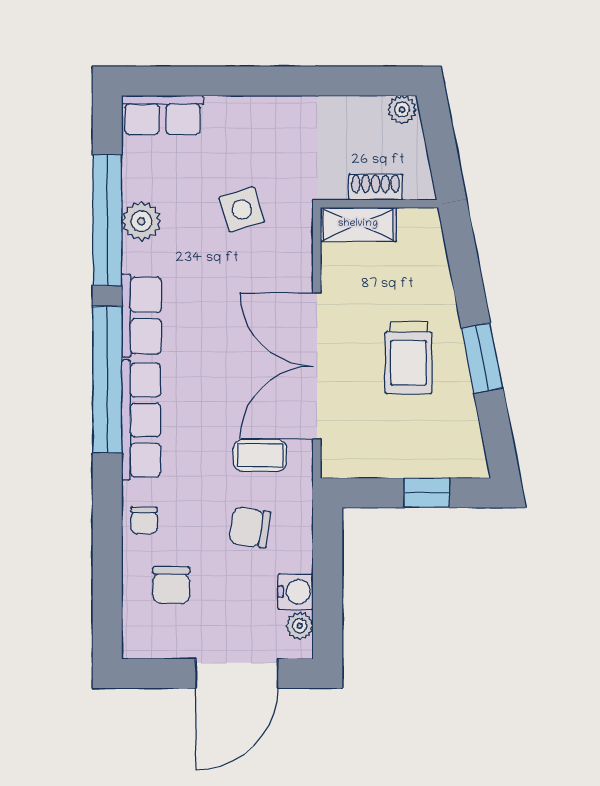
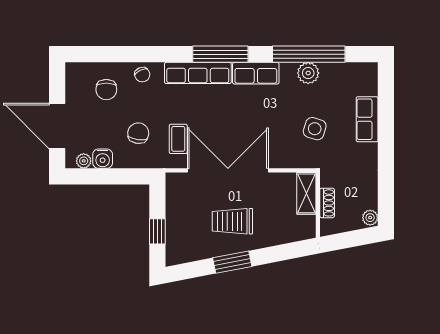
row of seats: (163, 115) -> (367, 119), moved
side table: (242, 209) -> (315, 129), turned 34
window: (107, 379) -> (220, 54), width x0.68
chair: (144, 520) -> (142, 75), turned -115
chair: (171, 585) -> (106, 90), turned -90

